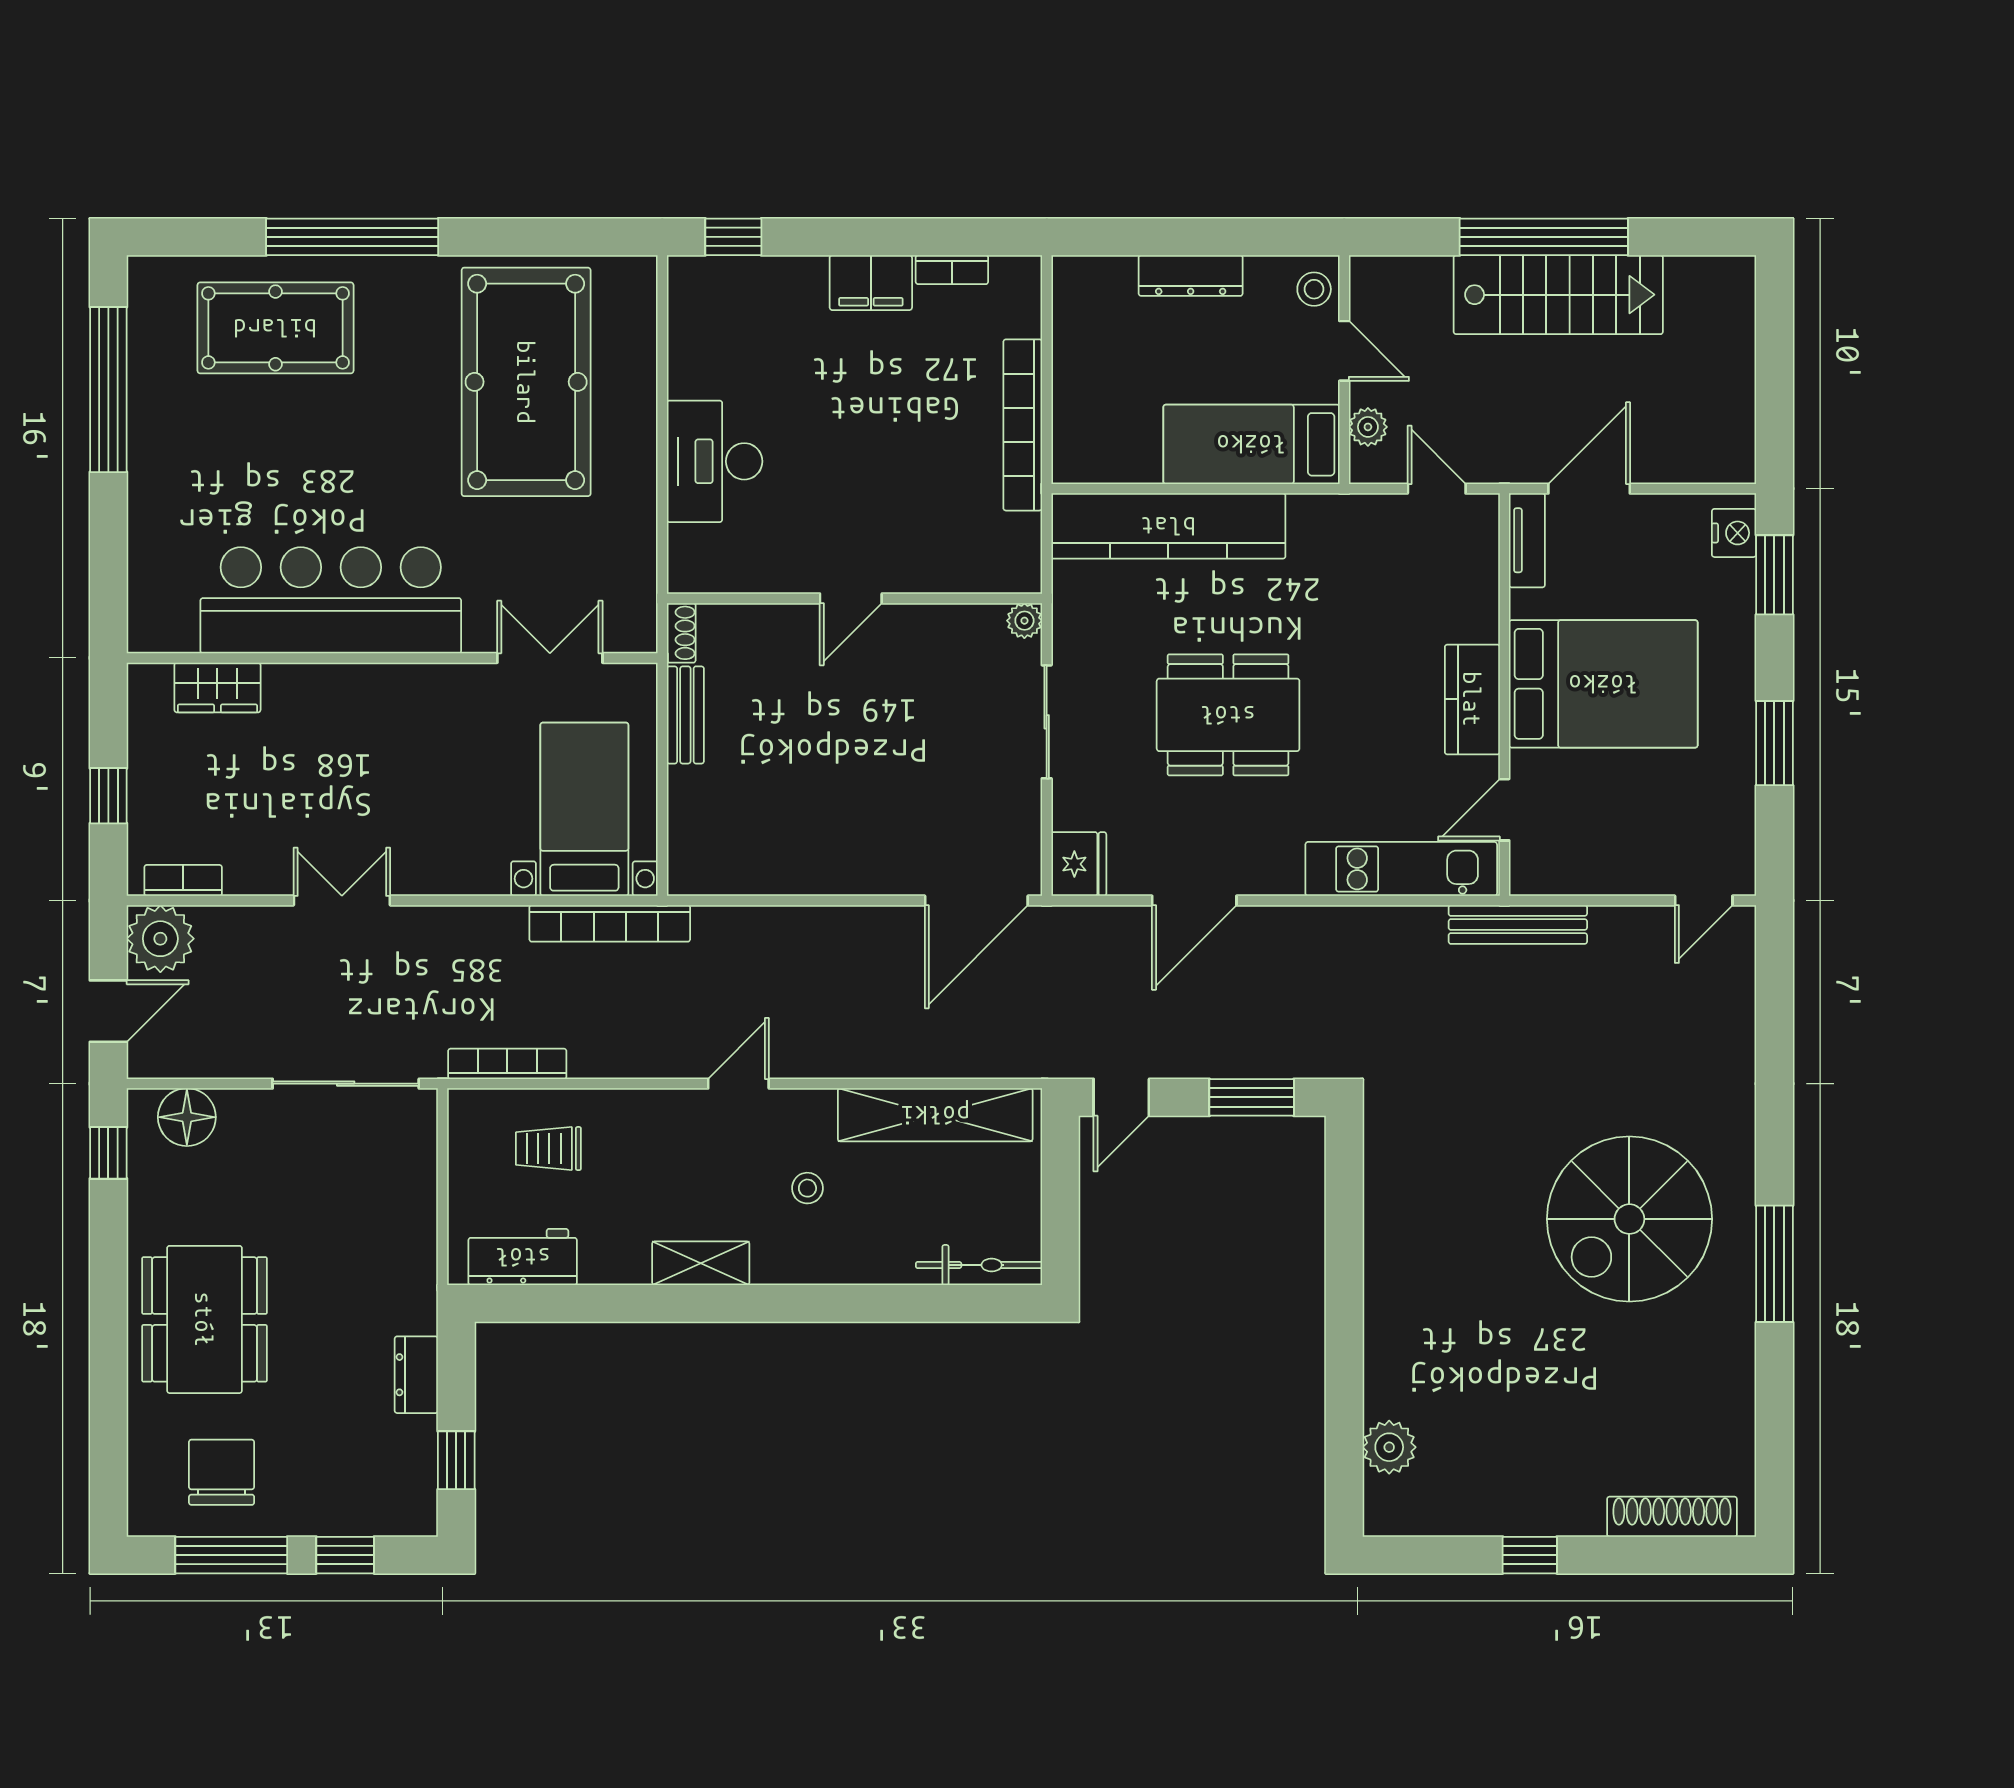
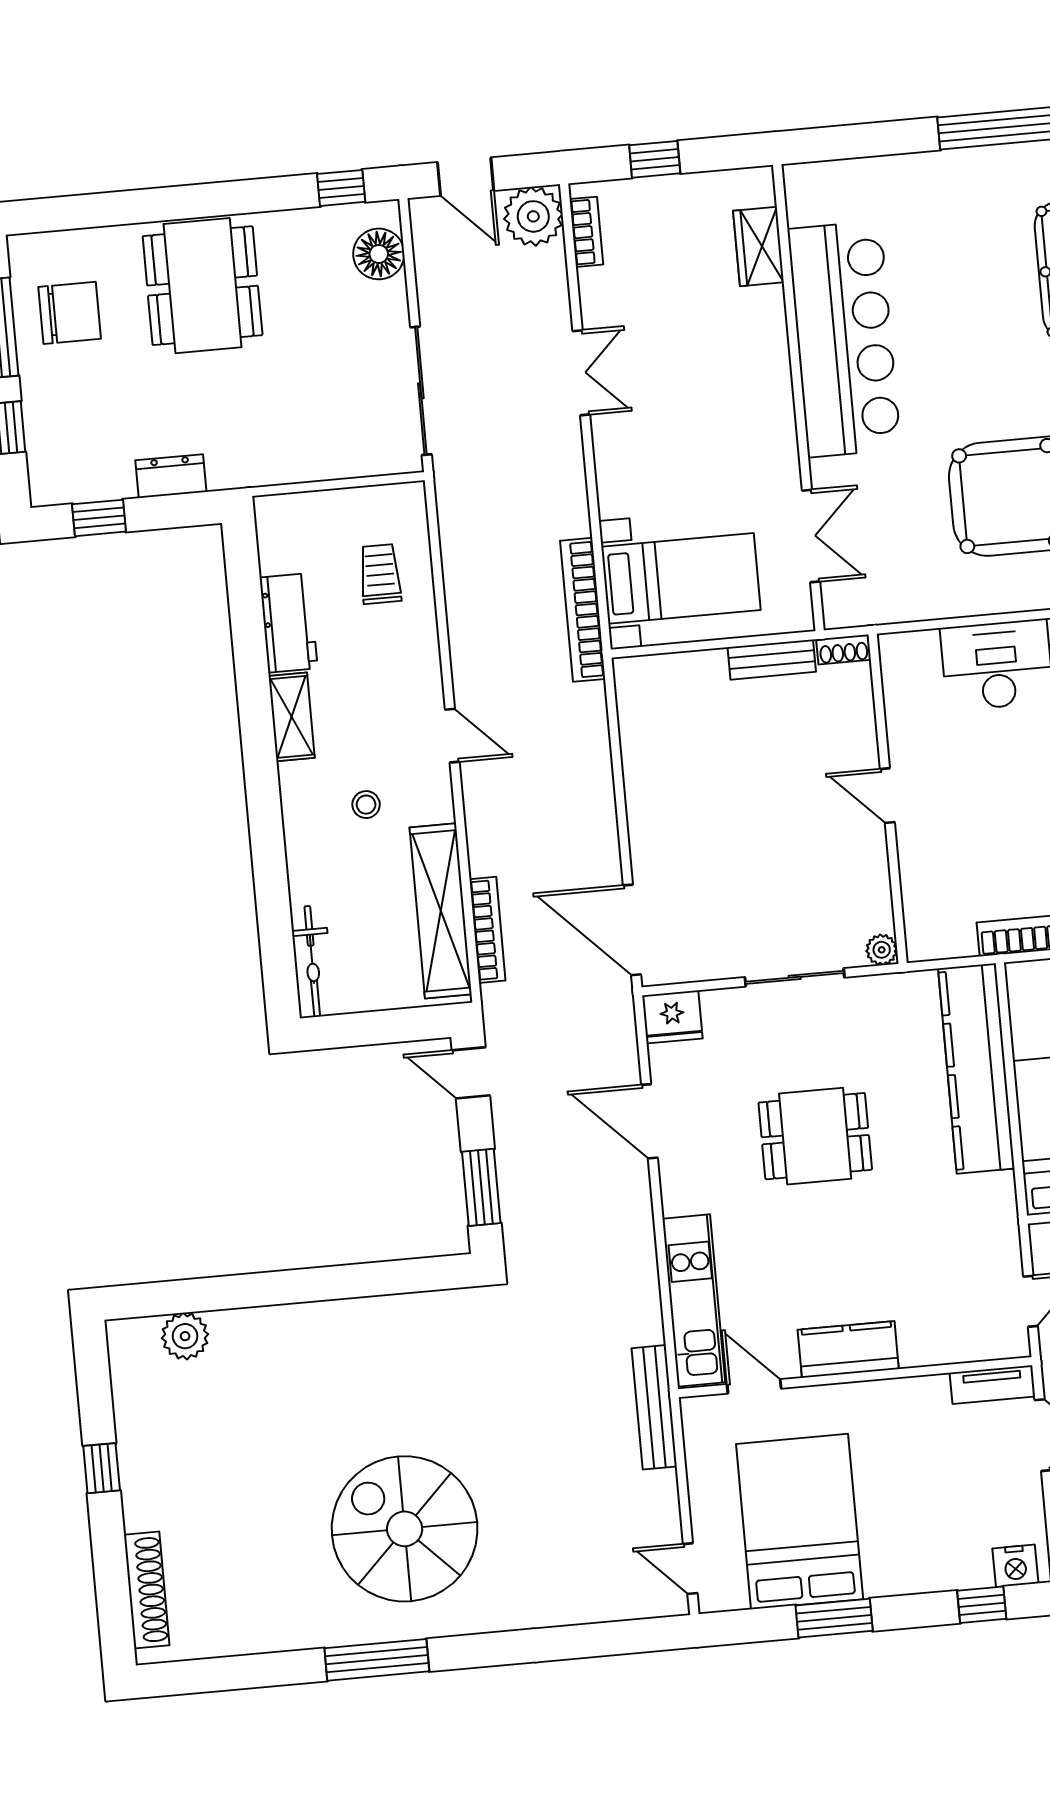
window: (1774, 575) -> (982, 1605), width x0.67
bed: (1603, 684) -> (800, 1522), moved, turned 180
dining table: (1228, 715) -> (815, 1136), width x0.73
bookcase: (507, 1064) -> (487, 930), moved
workbench: (523, 1257) -> (289, 623), moved
dining table: (204, 1319) -> (203, 286), turned 90

